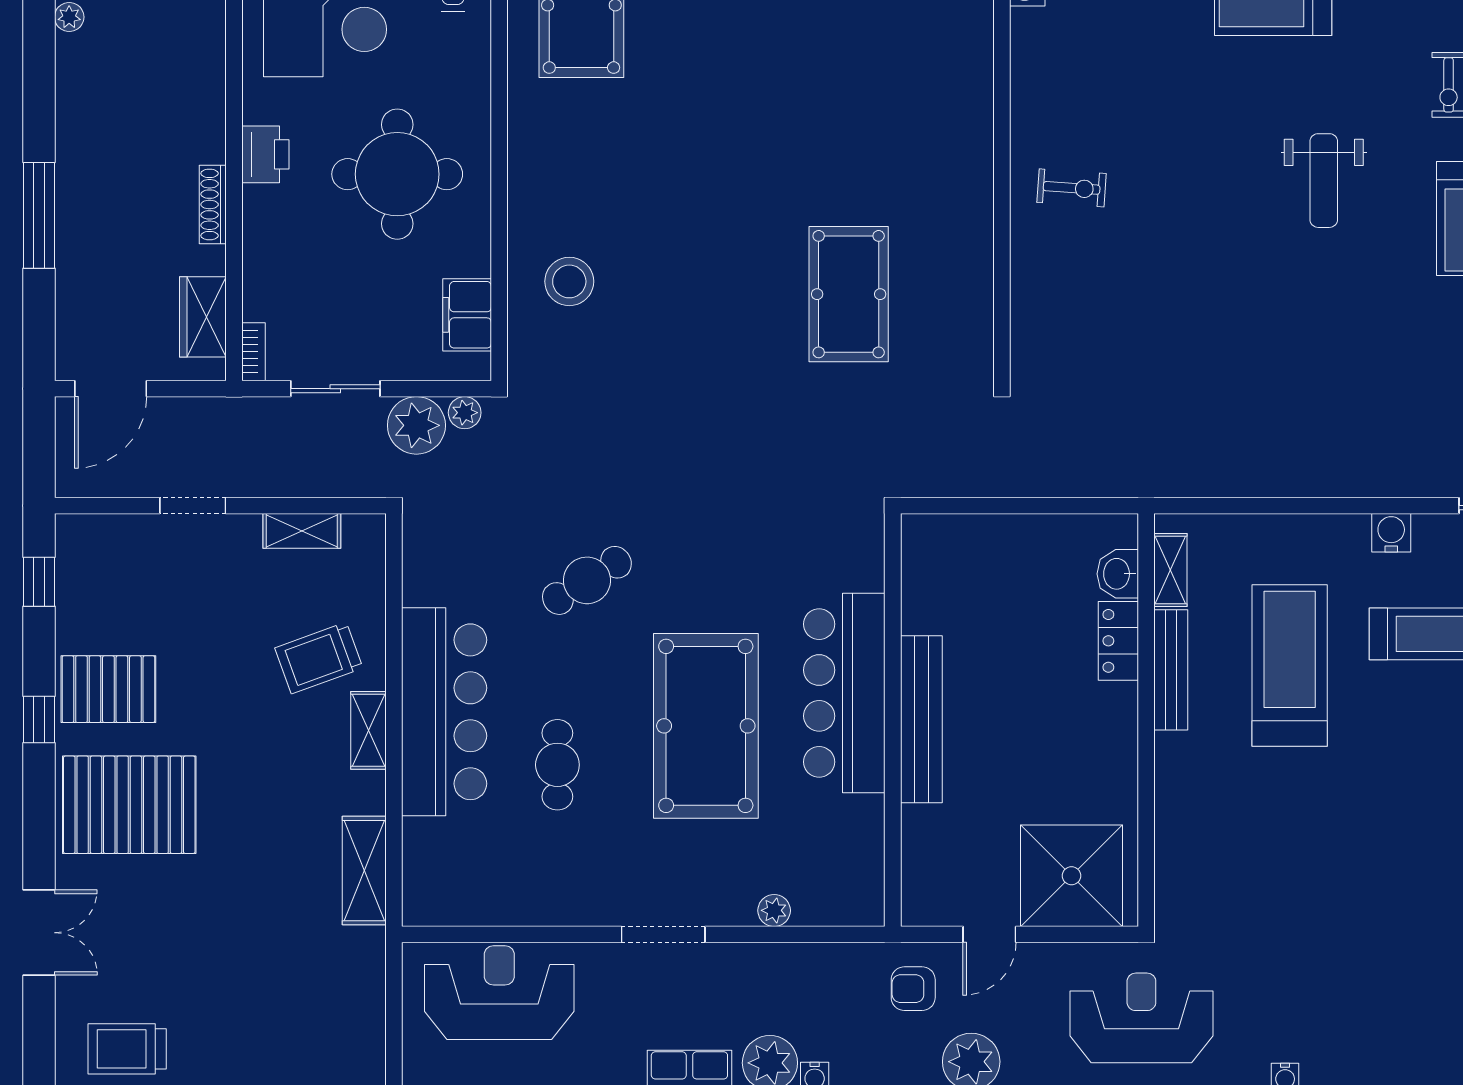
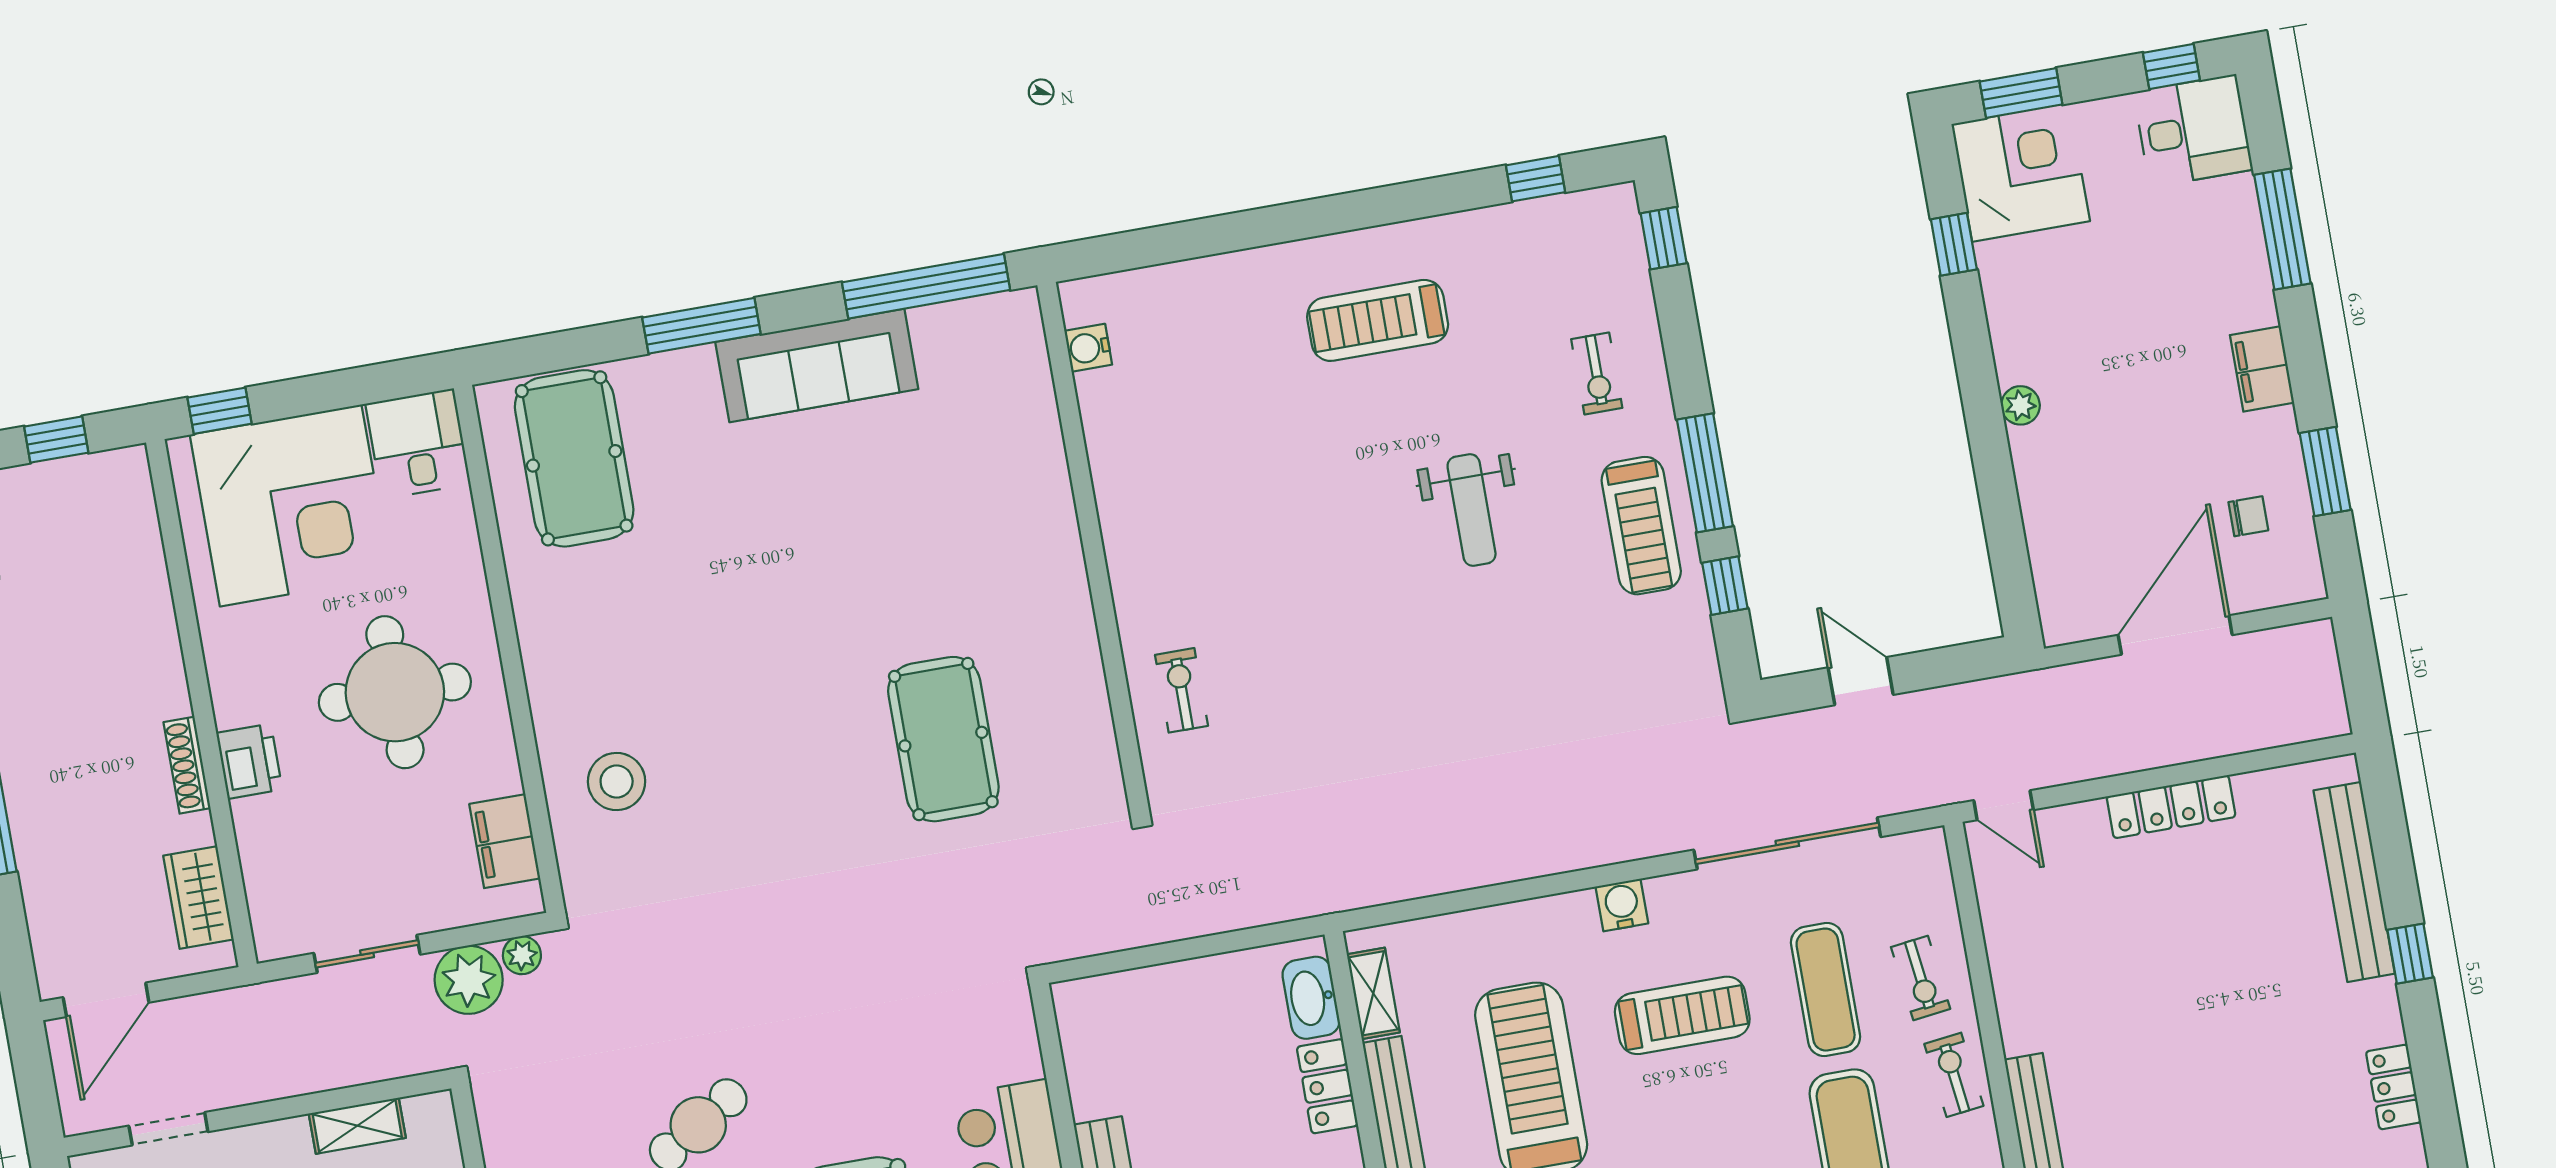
printer: (265, 154) -> (249, 761), moved
exercise bike: (1072, 188) -> (1182, 690), moved, turned -94
bookcase: (253, 352) -> (264, 928), removed
doorway: (193, 506) -> (168, 1129), moved
washbasin: (1118, 574) -> (1311, 998), width x1.38

